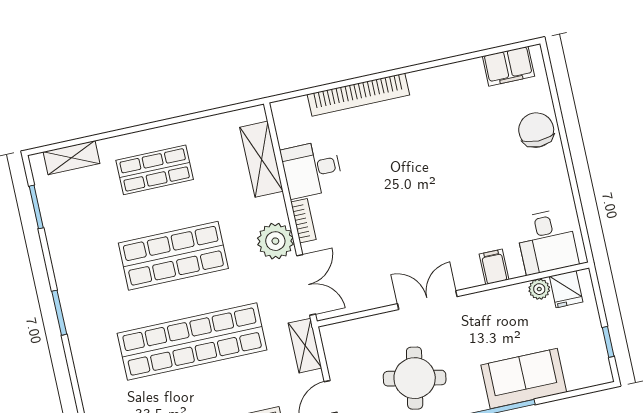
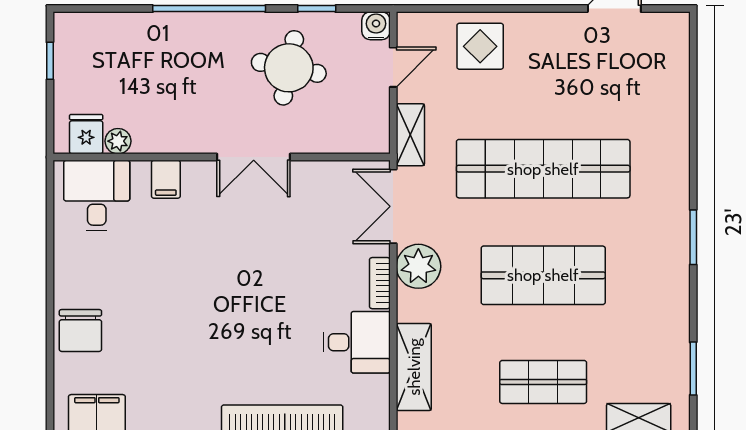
sofa: (524, 379) -> (160, 39), removed

